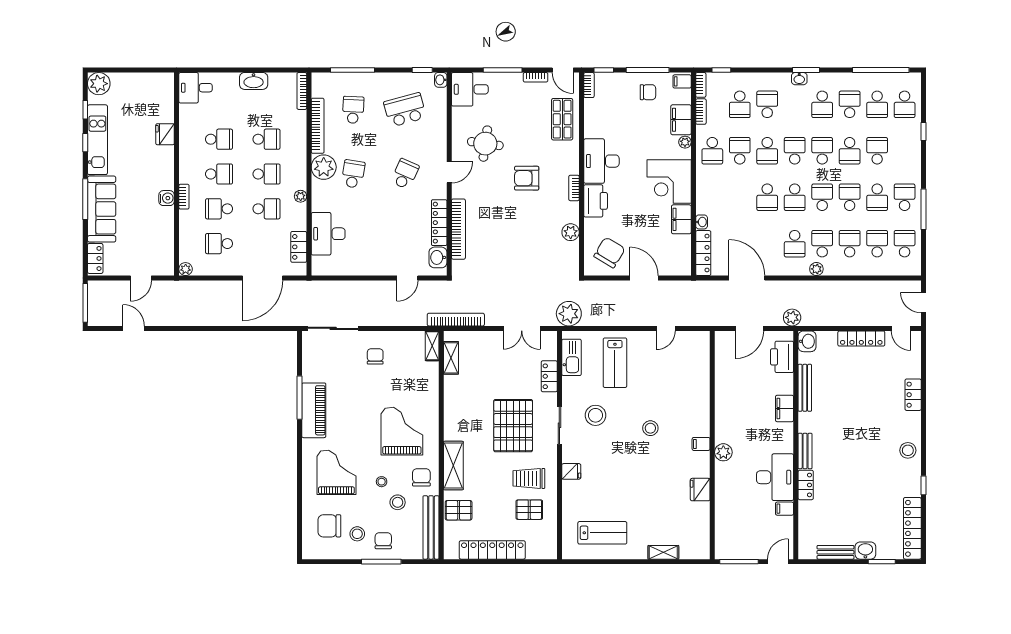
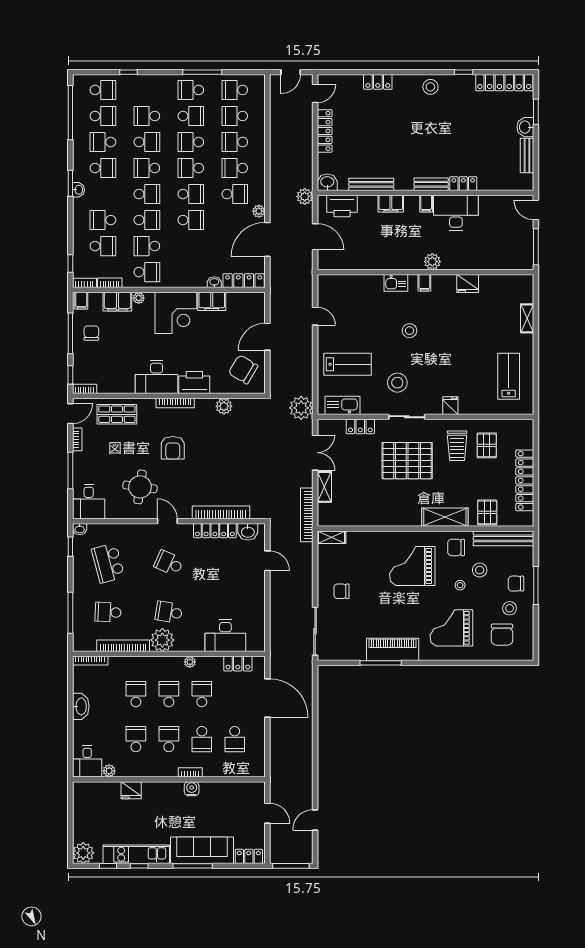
school desk: (795, 151) -> (147, 194), turned 180
bookcase: (574, 188) -> (175, 403), width x1.56
plant: (186, 269) -> (109, 771), moved
plant: (816, 269) -> (259, 211), moved
shelving: (451, 358) -> (324, 487), moved, turned 90
kitchen sink: (701, 414) -> (396, 283), added
filing cabinet: (785, 509) -> (426, 204), moved

